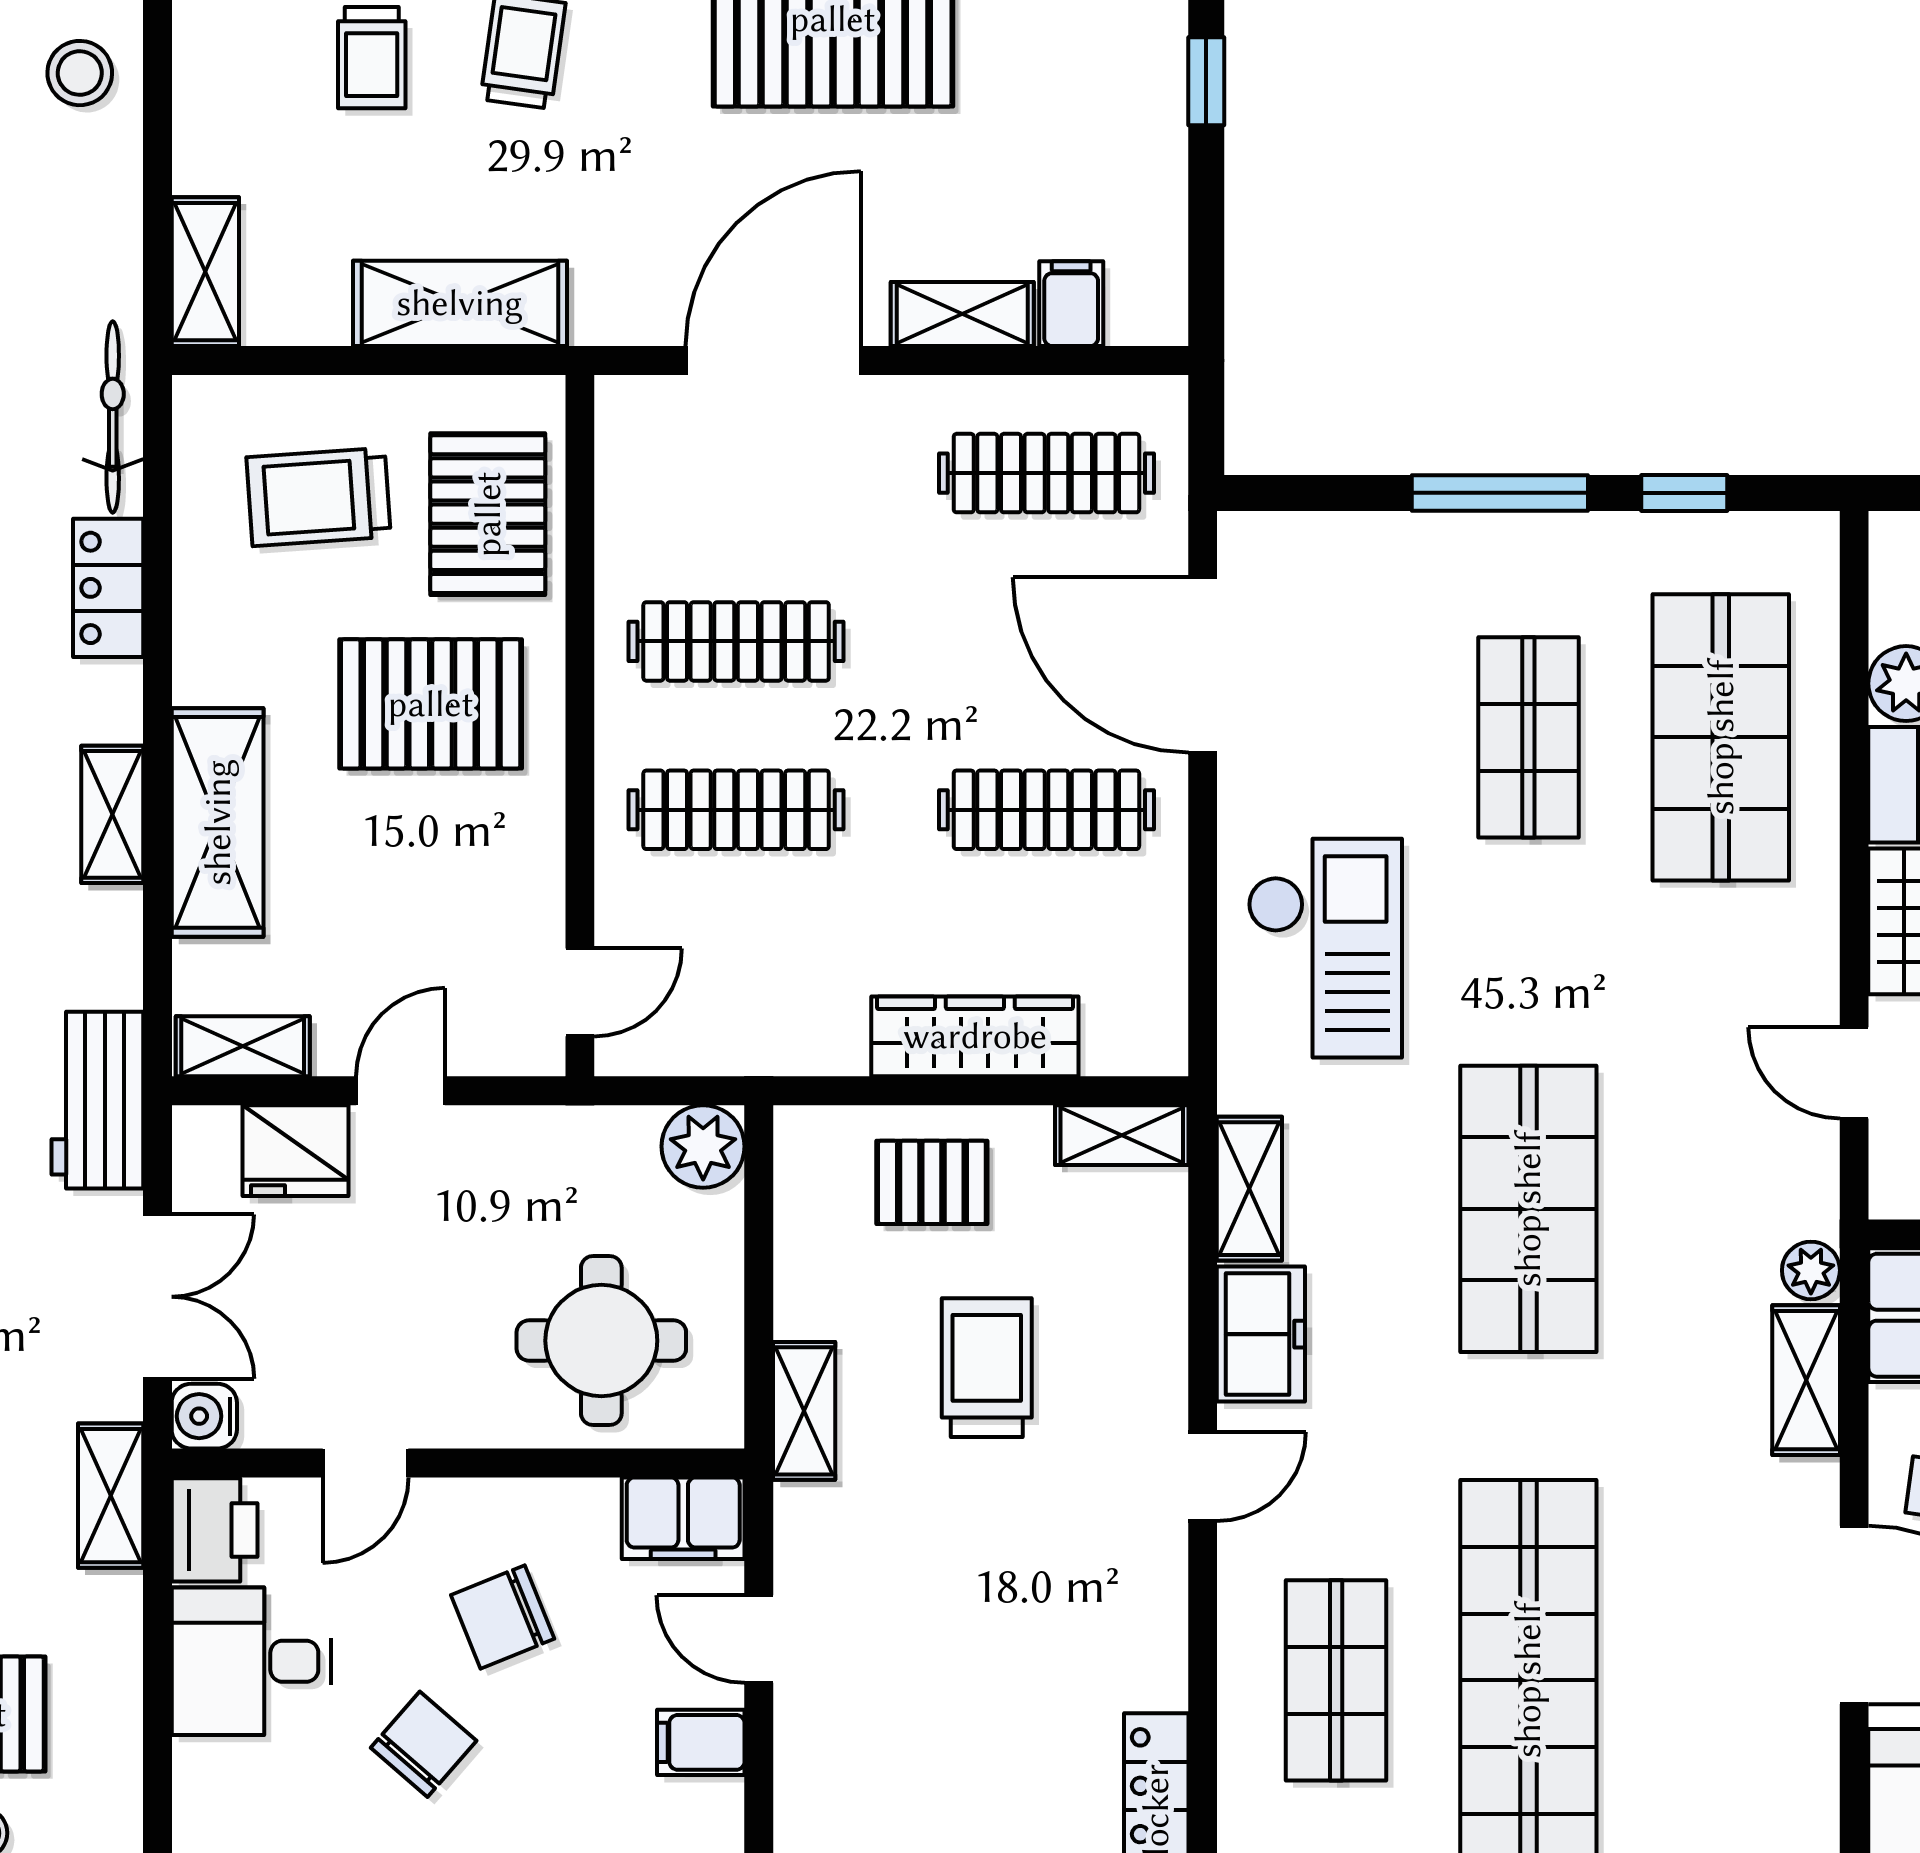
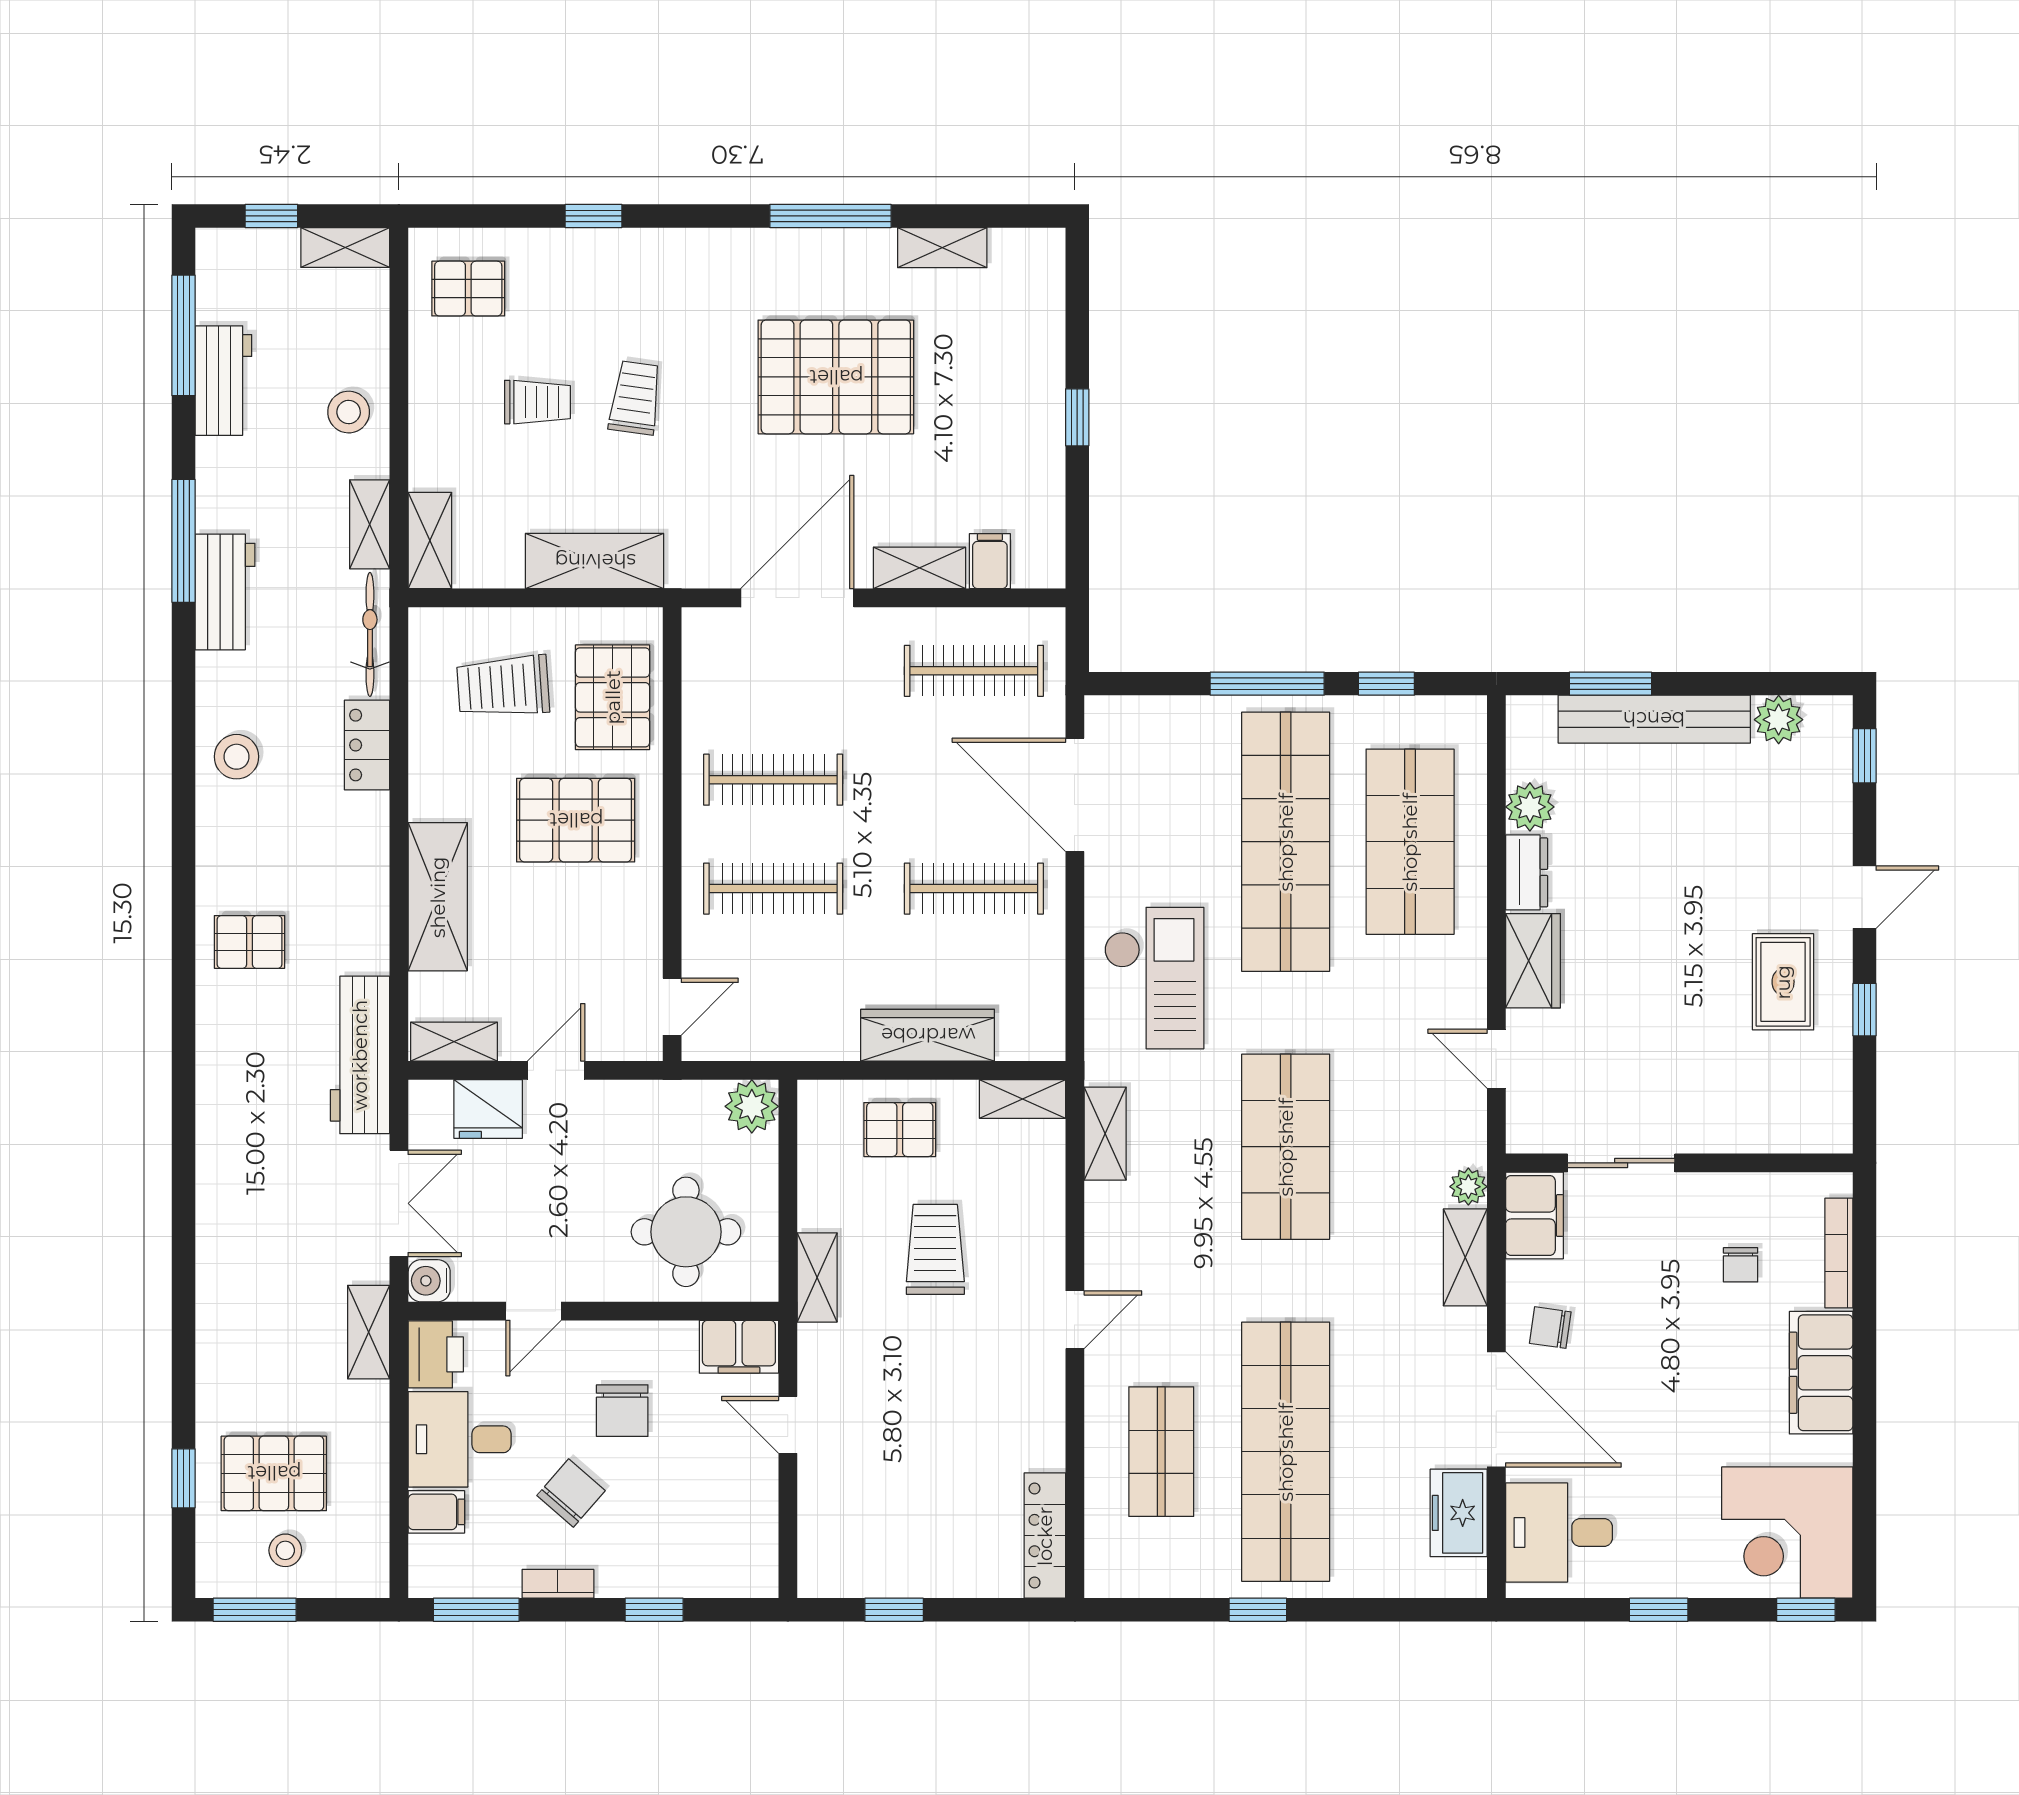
trolley: (372, 58) -> (537, 402), turned -90
shop shelf: (1528, 737) -> (1286, 842), width x2.00, depth x1.36
shelving: (112, 814) -> (370, 524), moved
workbench: (97, 1100) -> (360, 1055), width x1.38
freezer: (1261, 1334) -> (1459, 1513), moved, turned 180
chair: (503, 1617) -> (622, 1411), turned -68
filing cabinet: (701, 1742) -> (436, 1512), moved, turned 180

